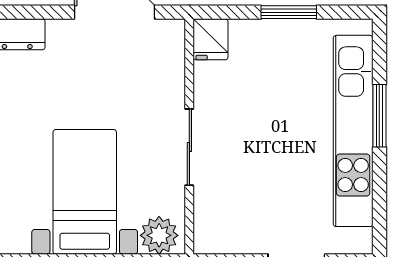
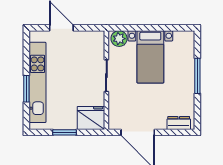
fridge: (211, 39) -> (91, 118), width x1.88, depth x1.34

